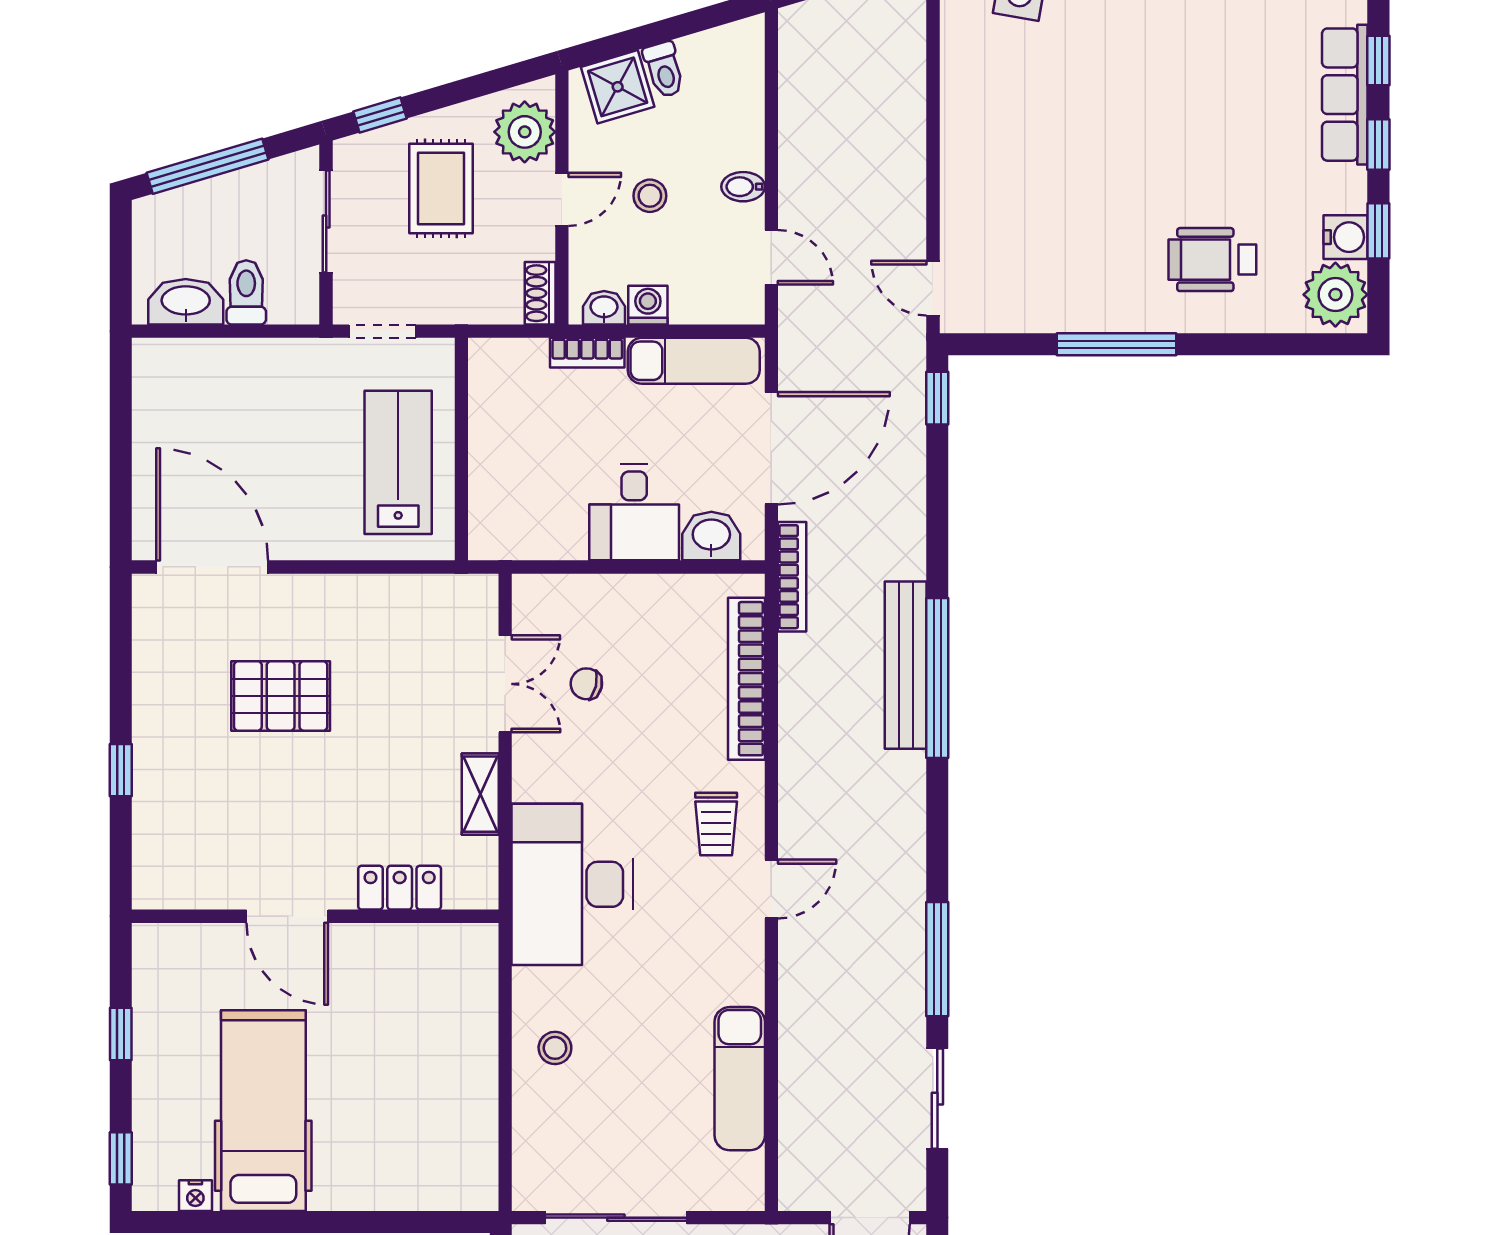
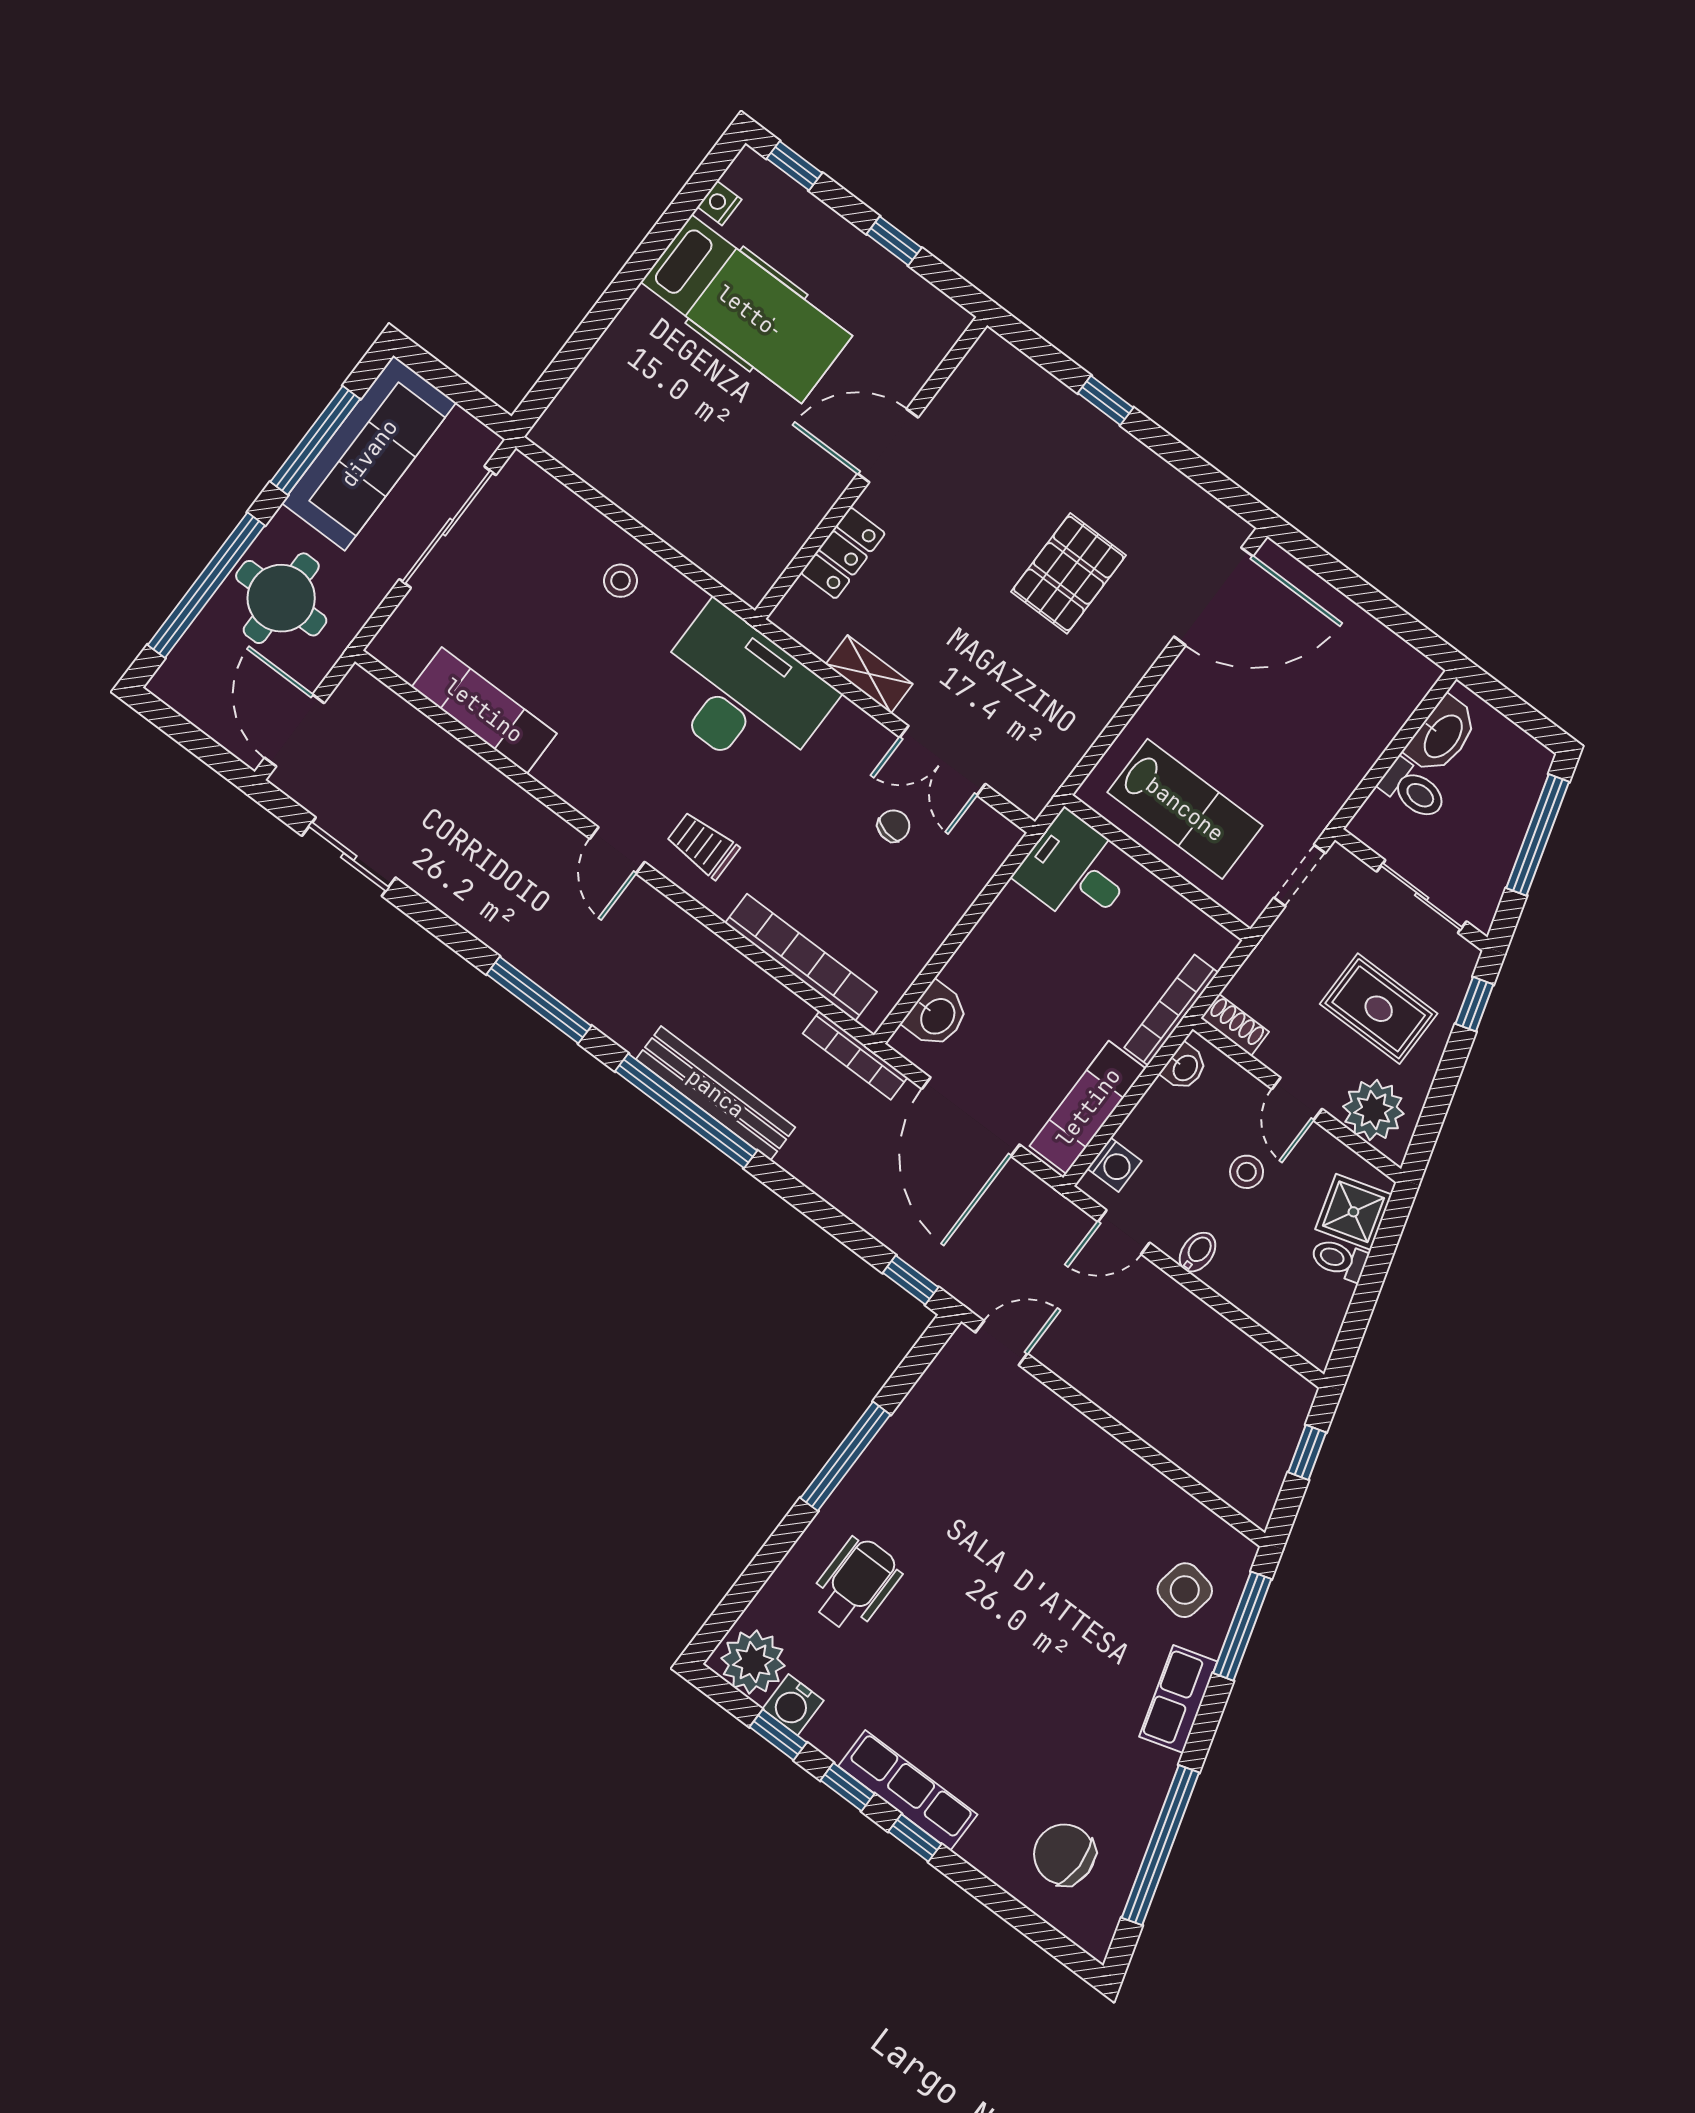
washing machine: (648, 305) -> (1114, 1165), moved
bookcase: (587, 353) -> (1171, 1010), width x1.56
desk: (634, 512) -> (1076, 871), moved
window: (937, 959) -> (539, 1000), moved

